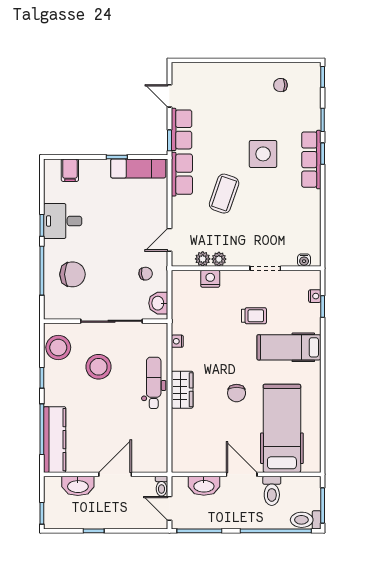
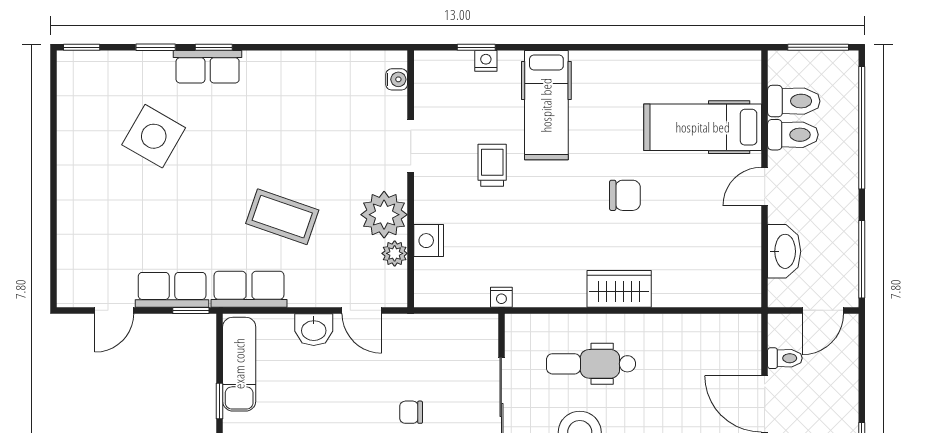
chair: (280, 85) -> (96, 120), removed
side table: (263, 154) -> (154, 136), moved, turned 30
row of seats: (311, 160) -> (208, 67), width x0.68
plant: (219, 259) -> (384, 215), width x1.88, depth x1.88
chair: (146, 274) -> (411, 412), moved, turned -81
nightstand: (315, 296) -> (486, 61), moved
washbasin: (158, 303) -> (314, 330), moved
nightstand: (177, 341) -> (501, 297), moved
dental chair: (154, 383) -> (591, 364), moved
hospital bed: (282, 428) -> (703, 127), width x0.73, depth x0.78
door: (242, 474) -> (765, 187), width x0.73
toilet: (162, 486) -> (785, 358), moved
toilet: (306, 520) -> (794, 101), moved, turned -90

